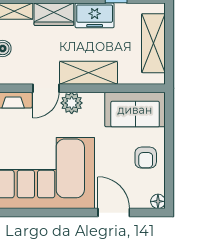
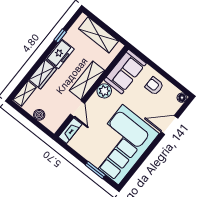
plant: (72, 103) -> (104, 91), moved
armchair: (146, 158) -> (154, 86), turned 180

